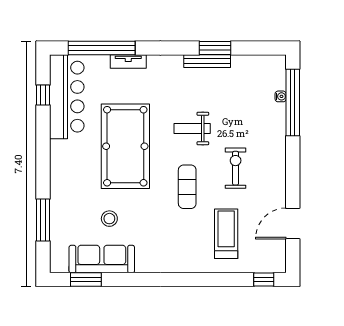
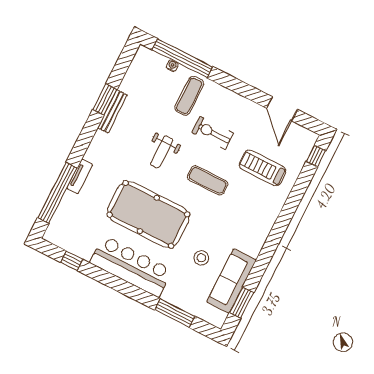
bar counter: (67, 97) -> (131, 266), moved
exercise mat: (260, 128) -> (189, 96), added

